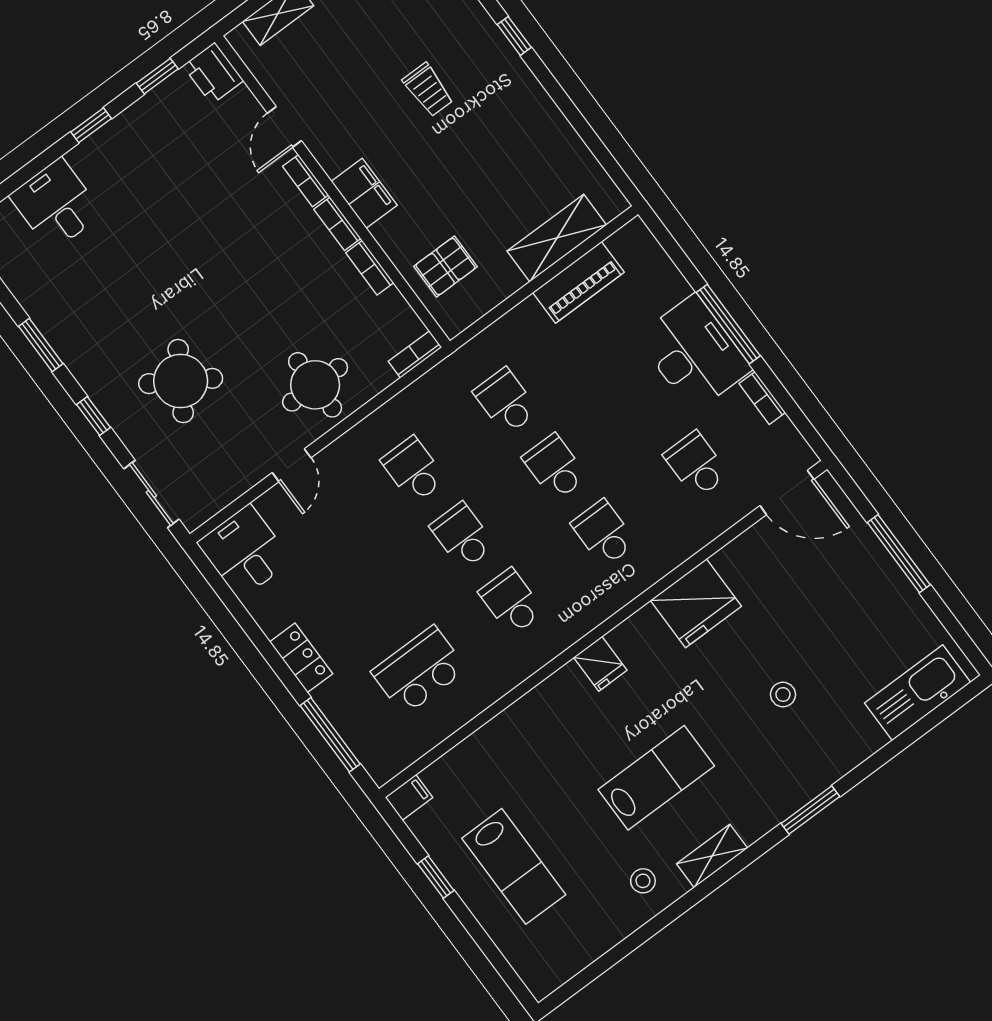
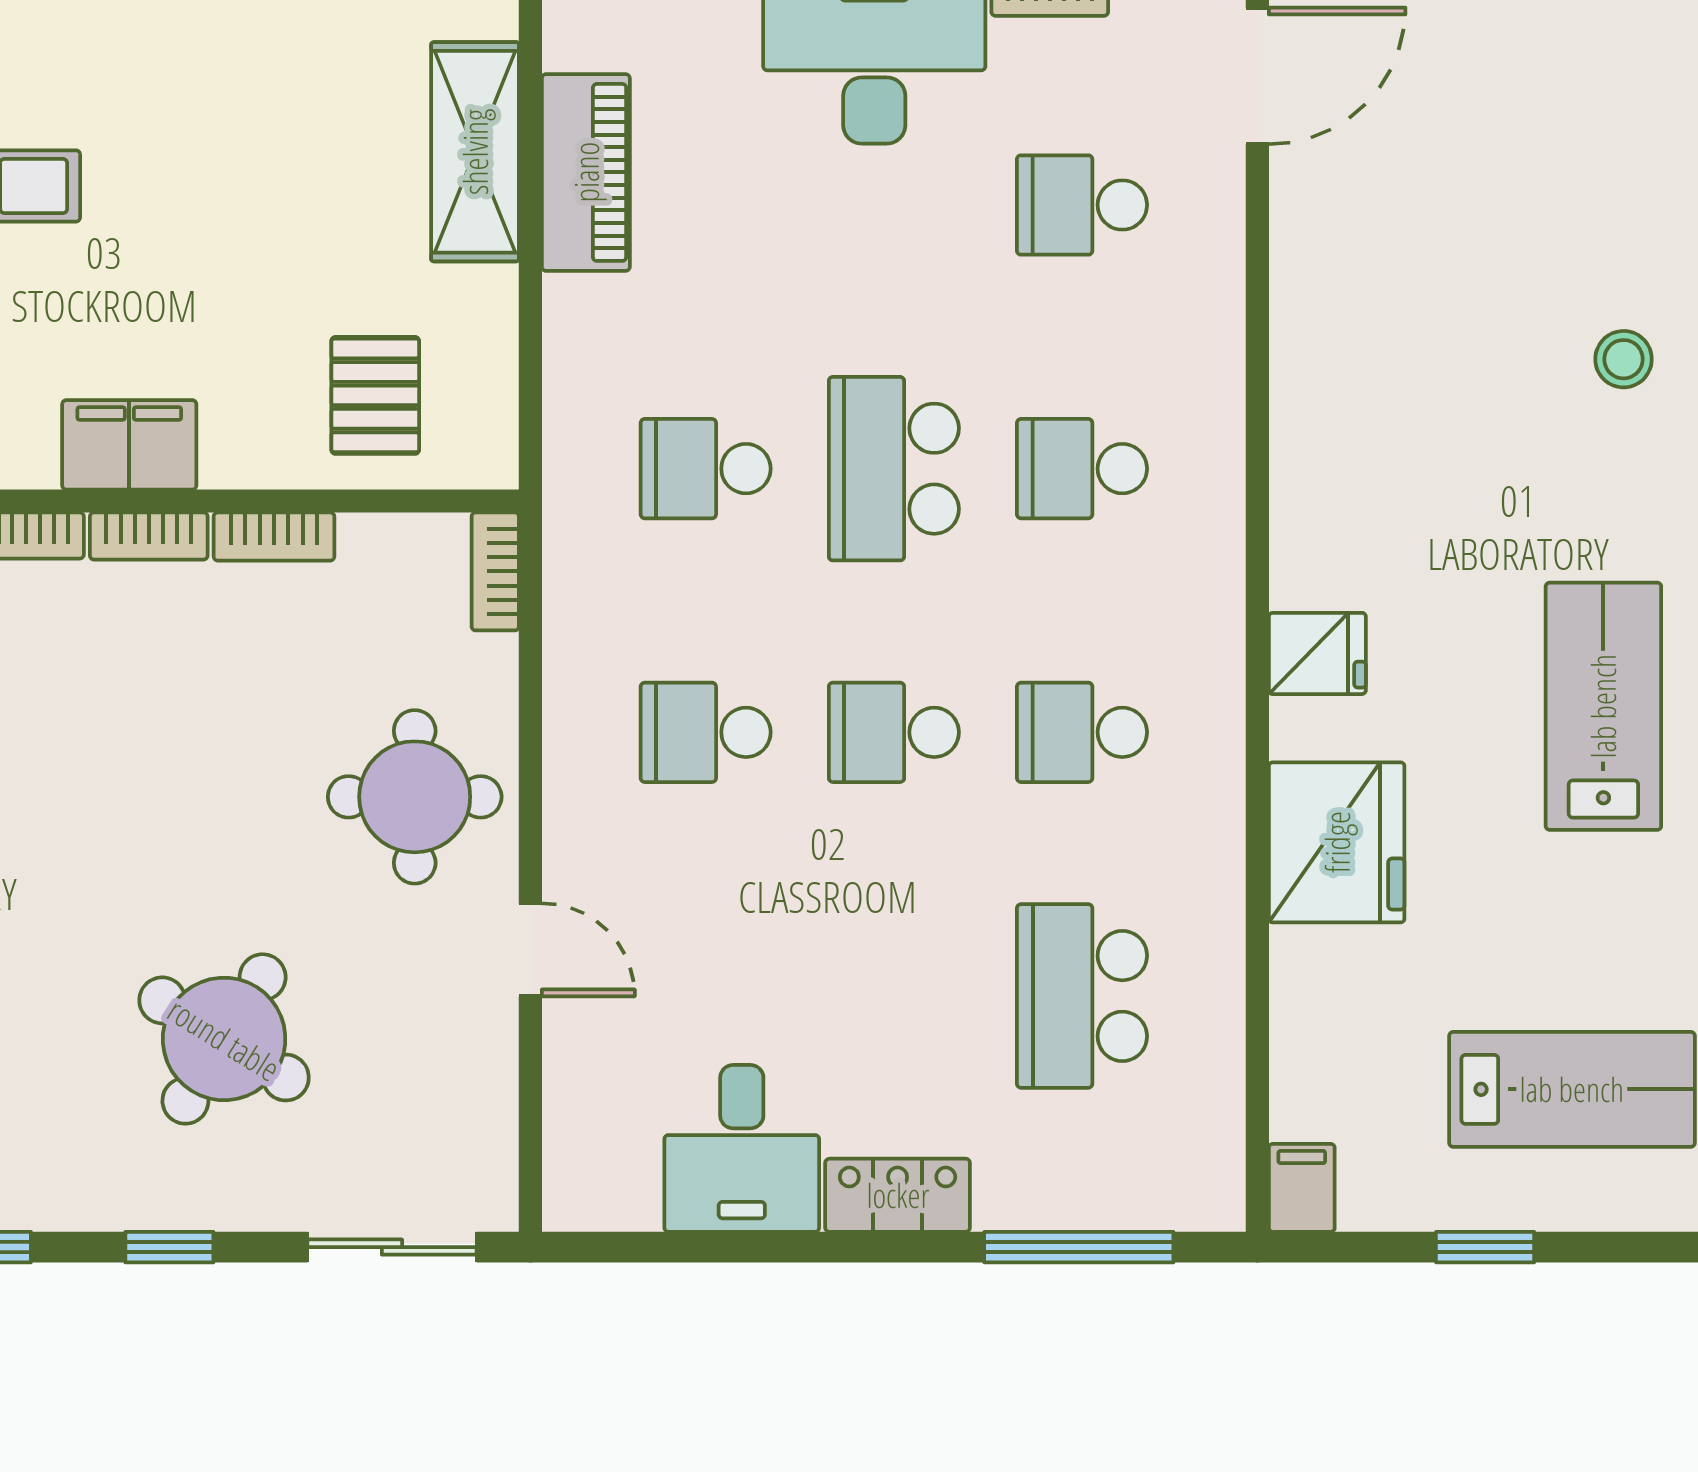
school desk: (555, 467) -> (894, 469), width x1.85
desk: (245, 552) -> (742, 1148), moved, turned -90
fridge: (696, 603) -> (1337, 842), moved

